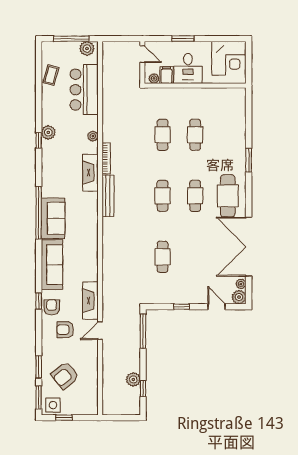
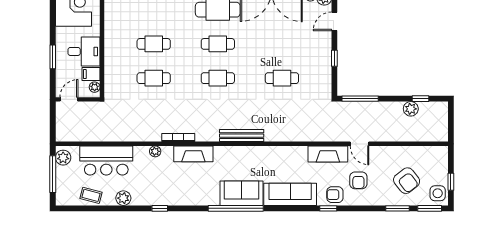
plant: (48, 132) -> (123, 198), moved
bench: (108, 196) -> (242, 136), moved

